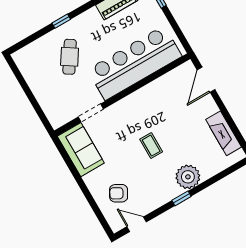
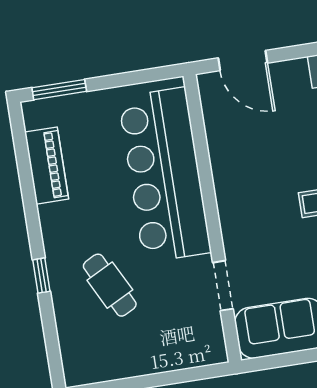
cafe table: (70, 57) -> (110, 285), turned 30

